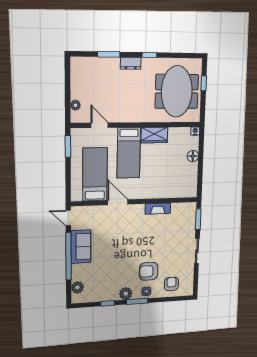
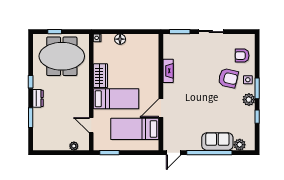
door: (100, 125) -> (91, 125), hinge flipped
sofa: (81, 247) -> (217, 142), moved
armchair: (149, 271) -> (228, 78), turned -77

